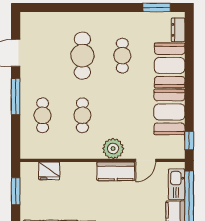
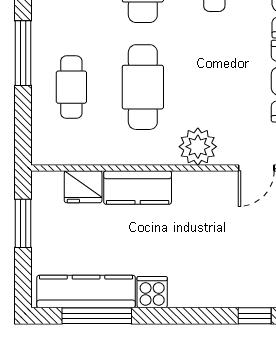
cafe table: (82, 115) -> (143, 87), width x1.37, depth x1.35
kitchen counter: (116, 171) -> (138, 188), moved

